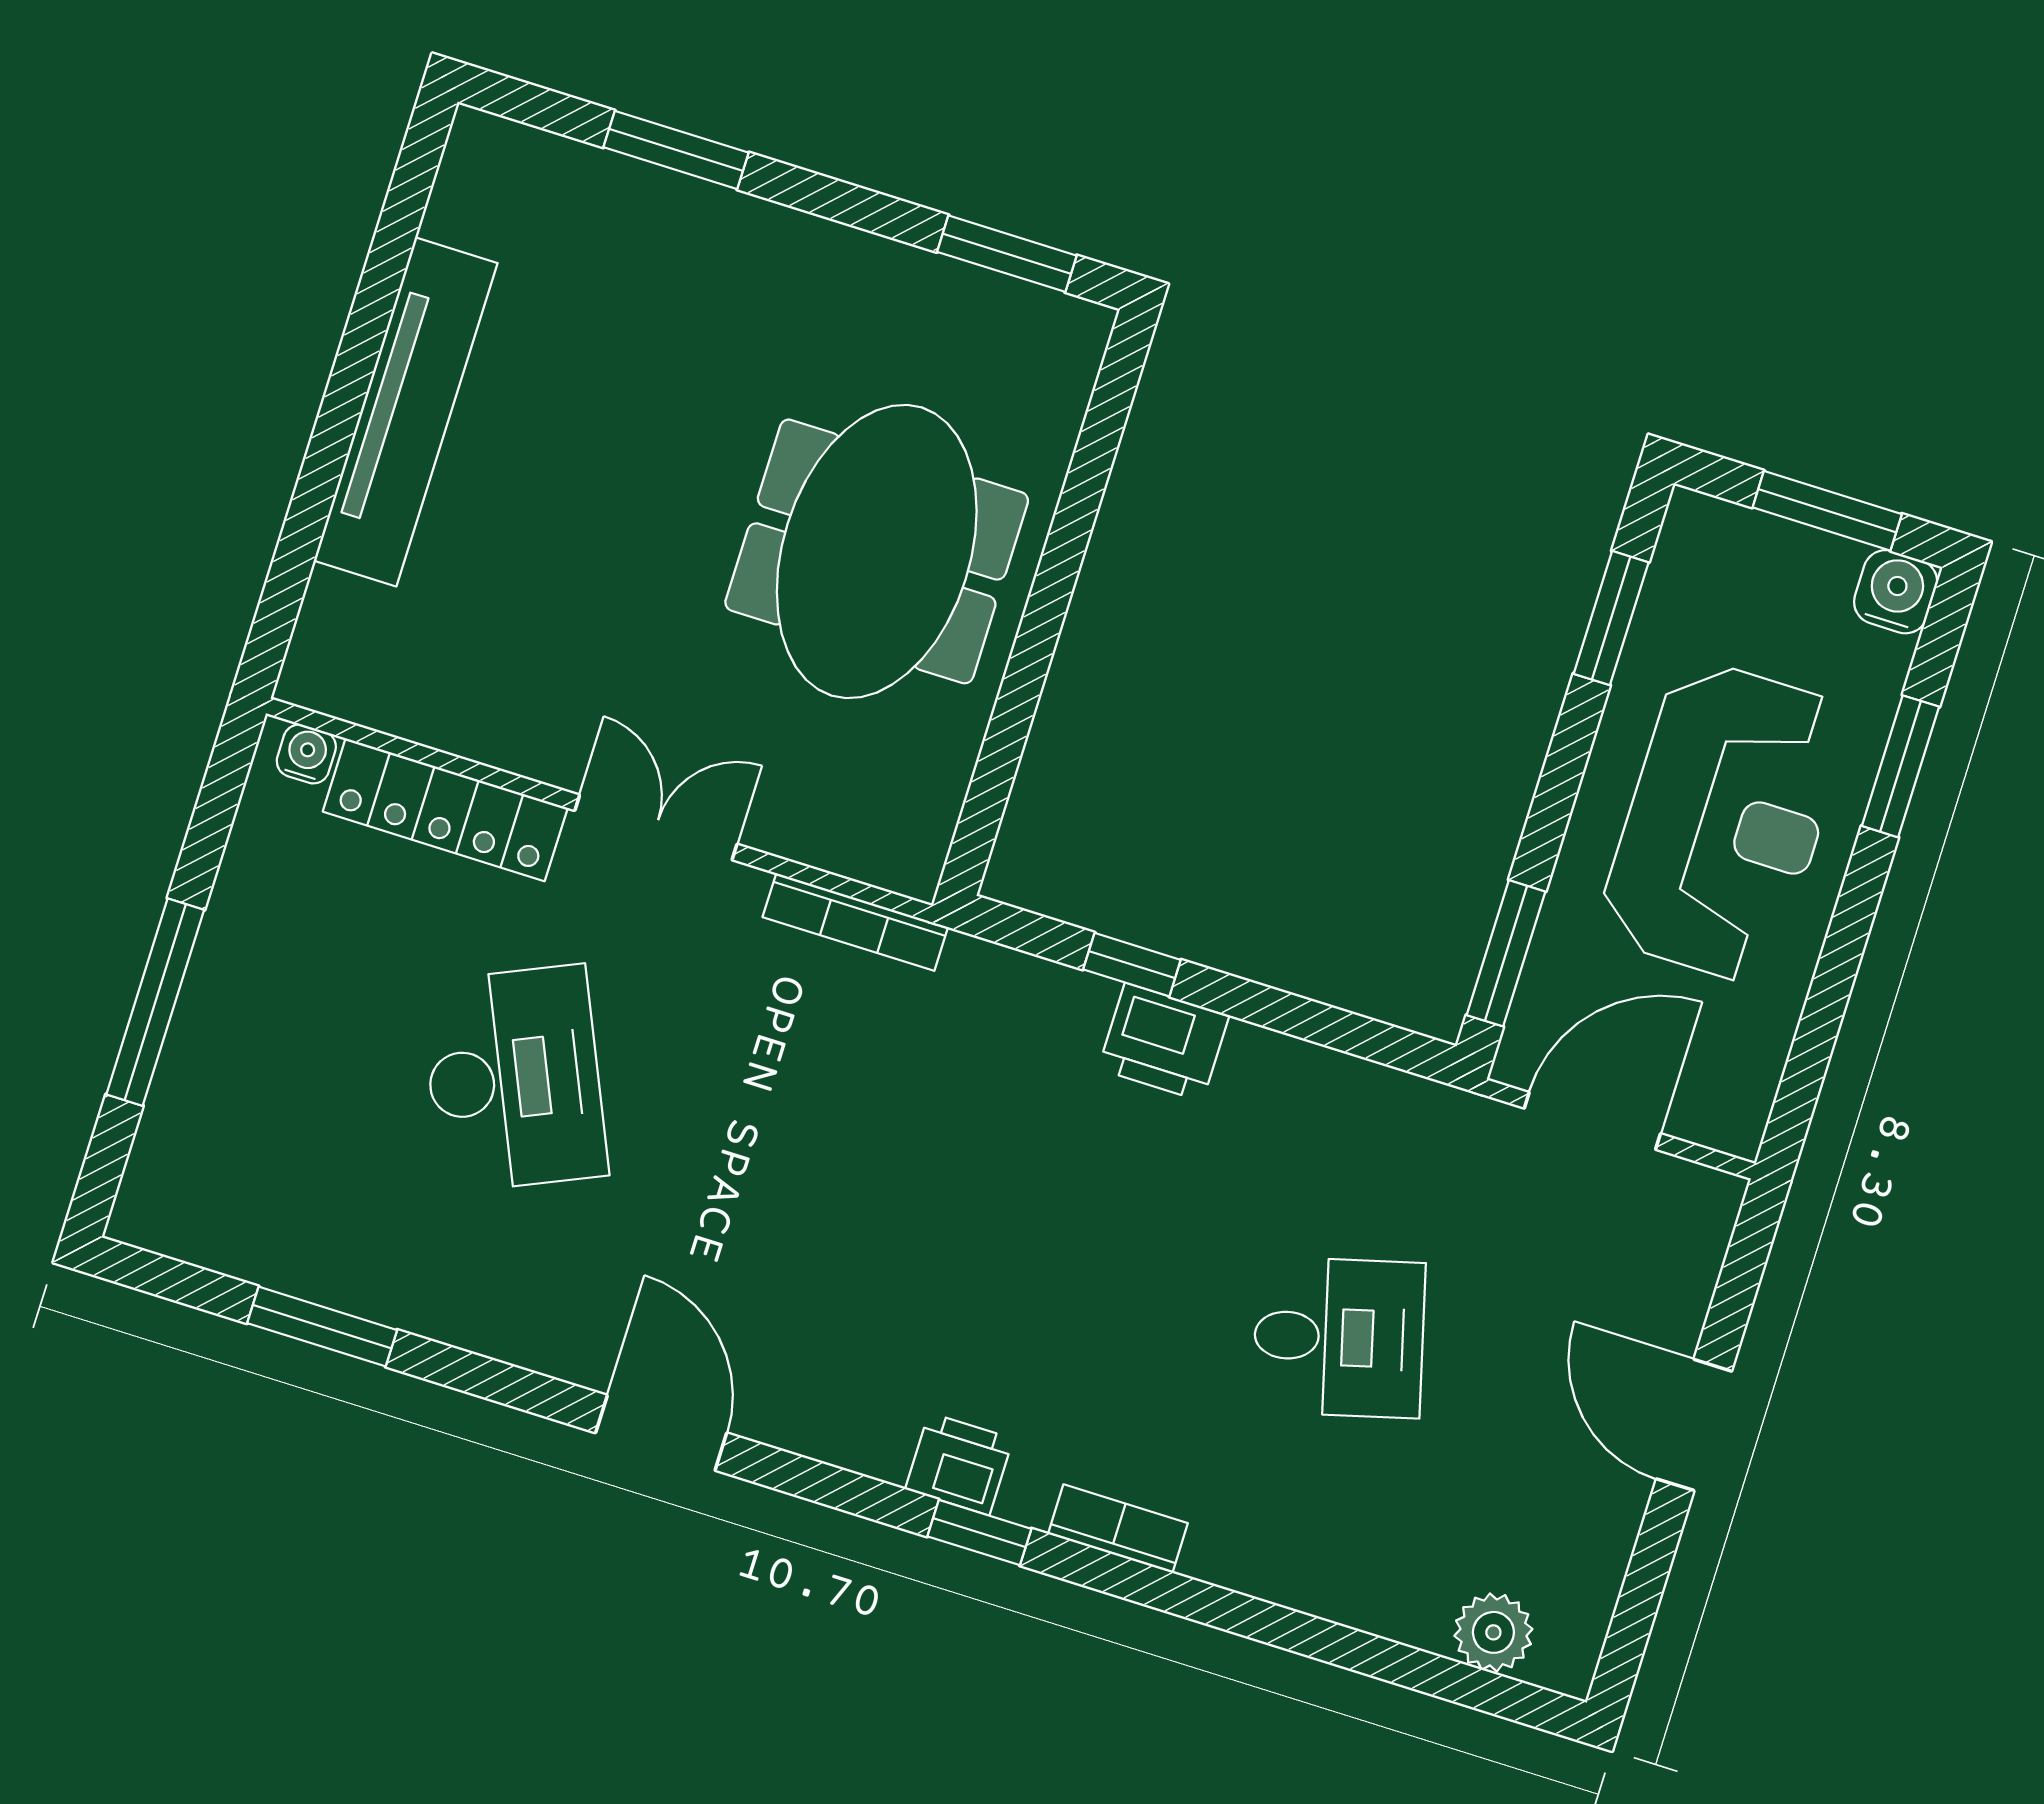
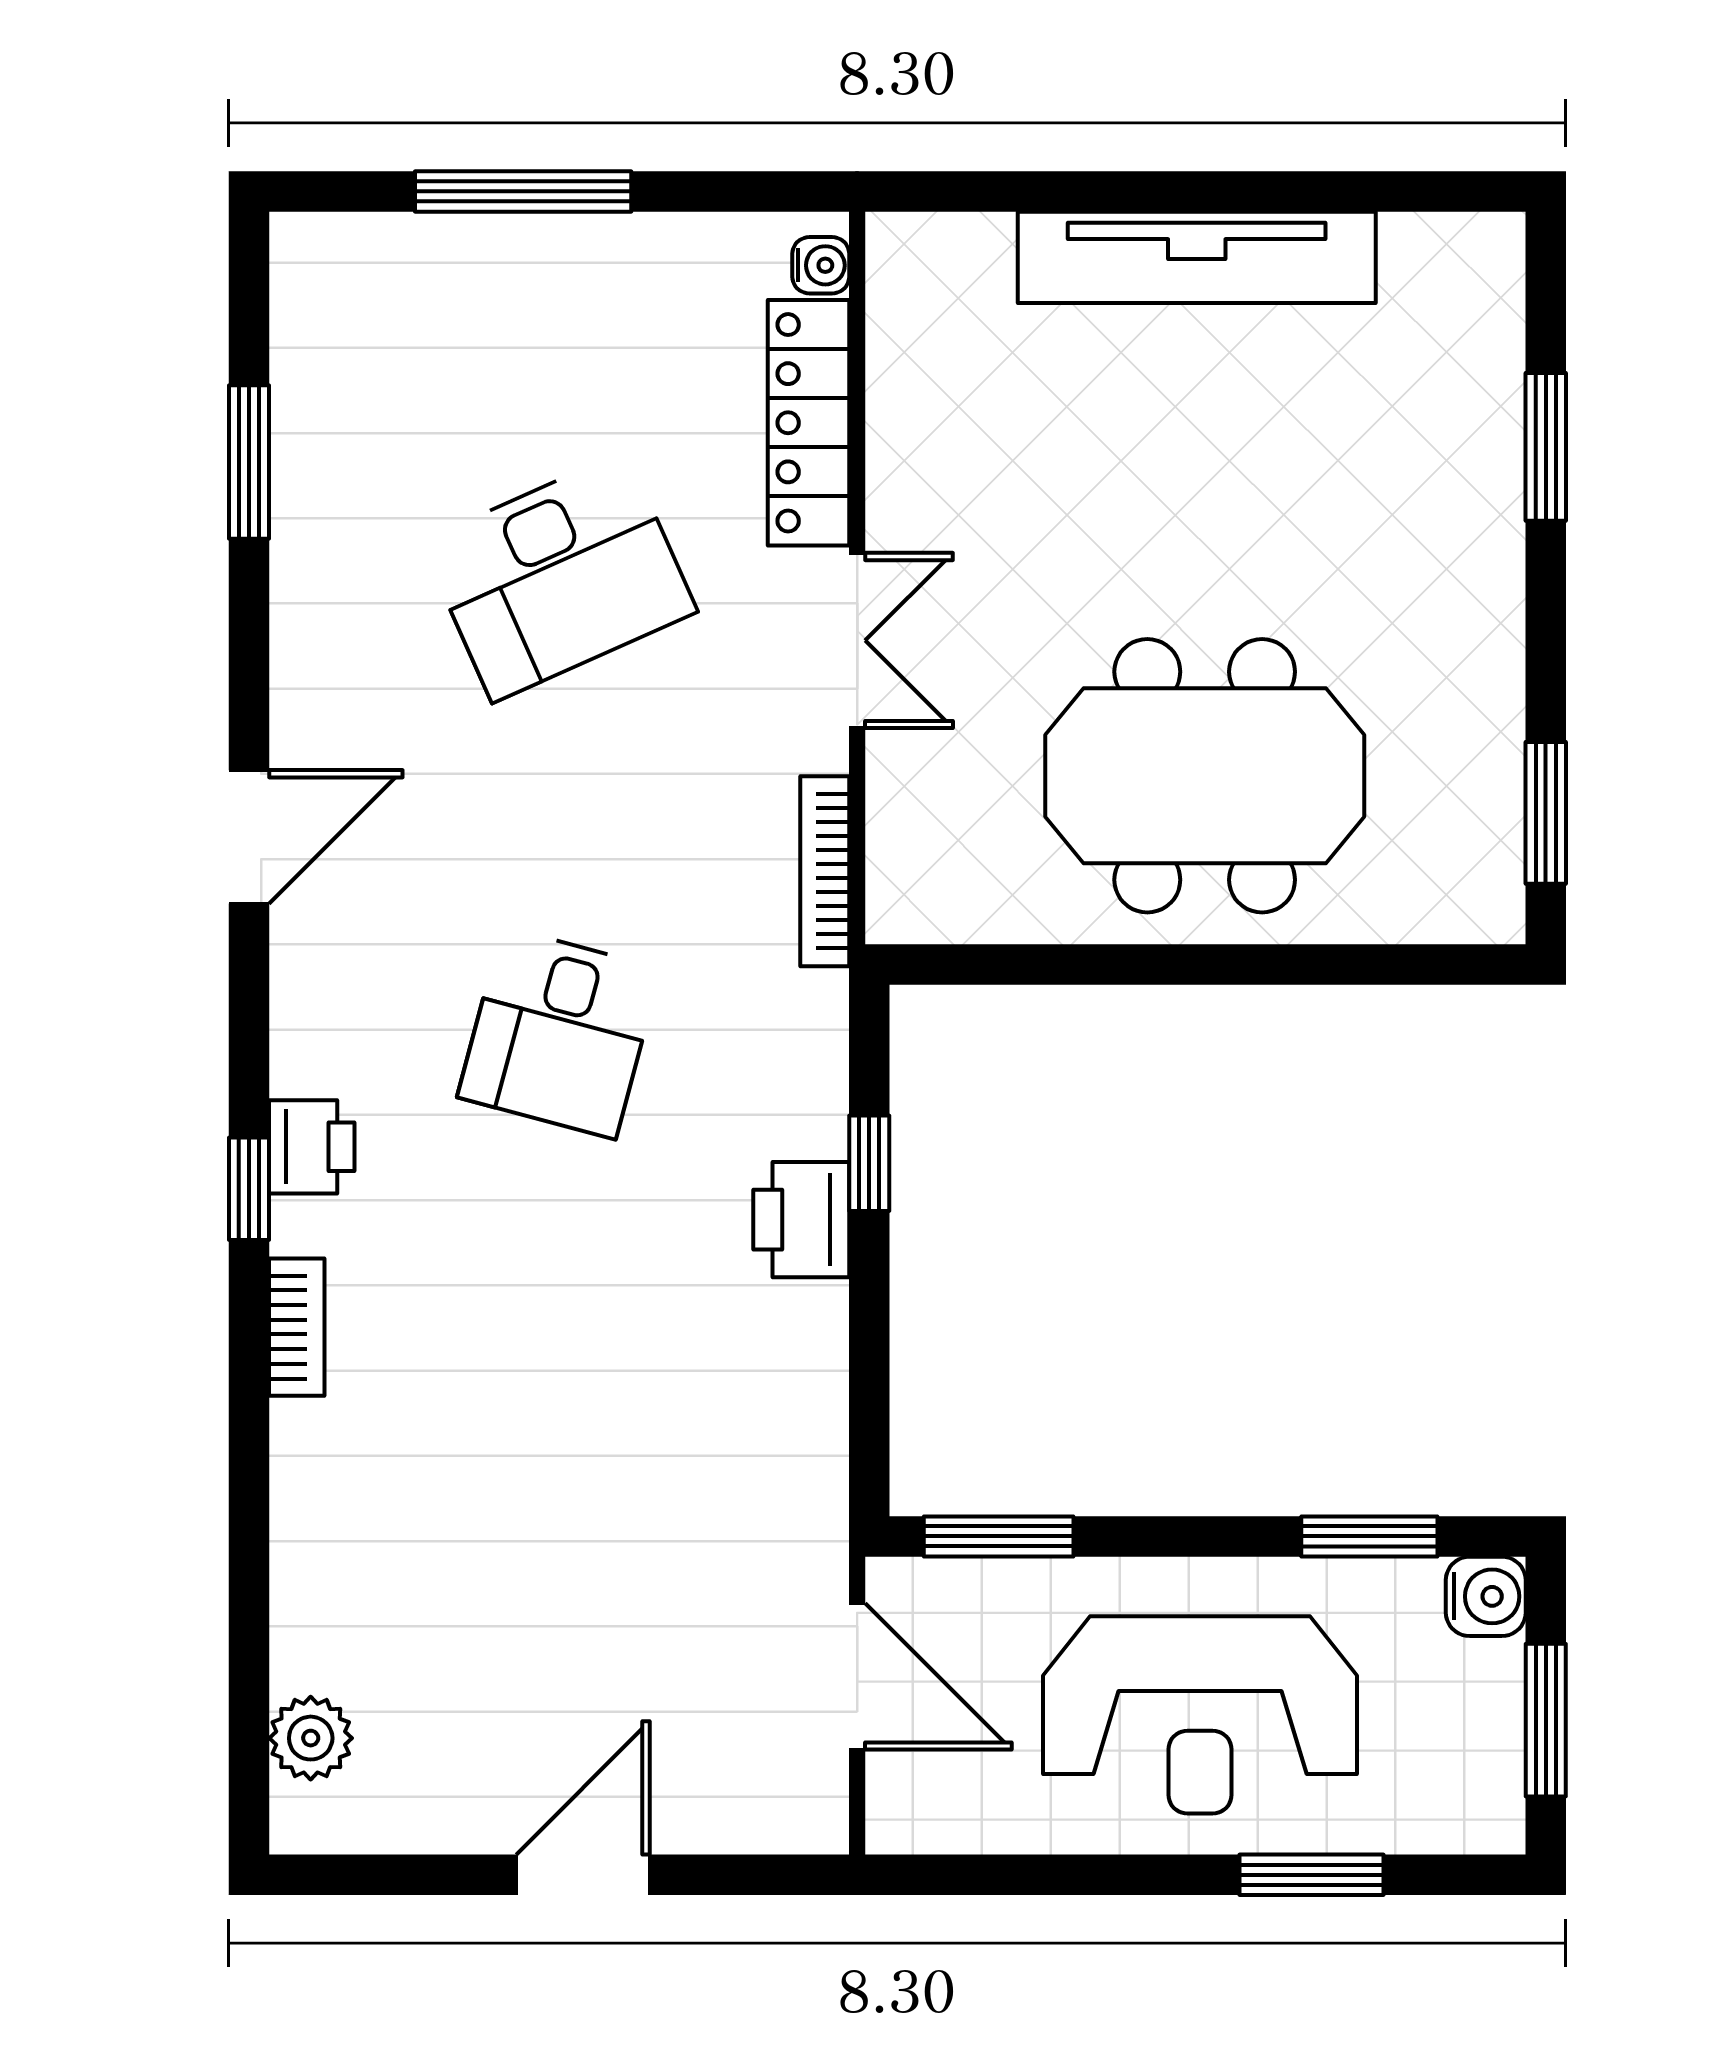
water cooler: (1896, 592) -> (1486, 1596), moved
desk: (1339, 1337) -> (559, 1033), moved, turned 30

